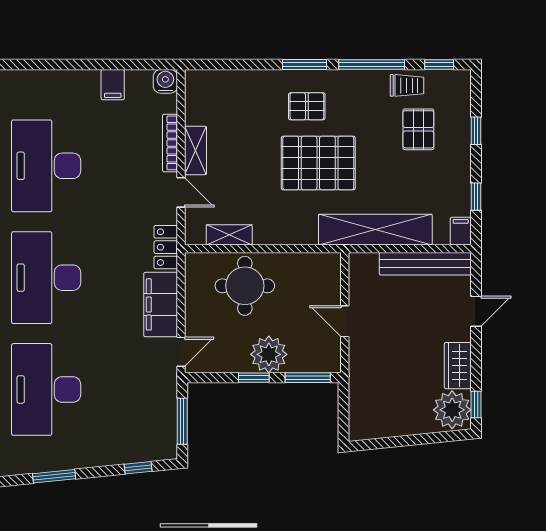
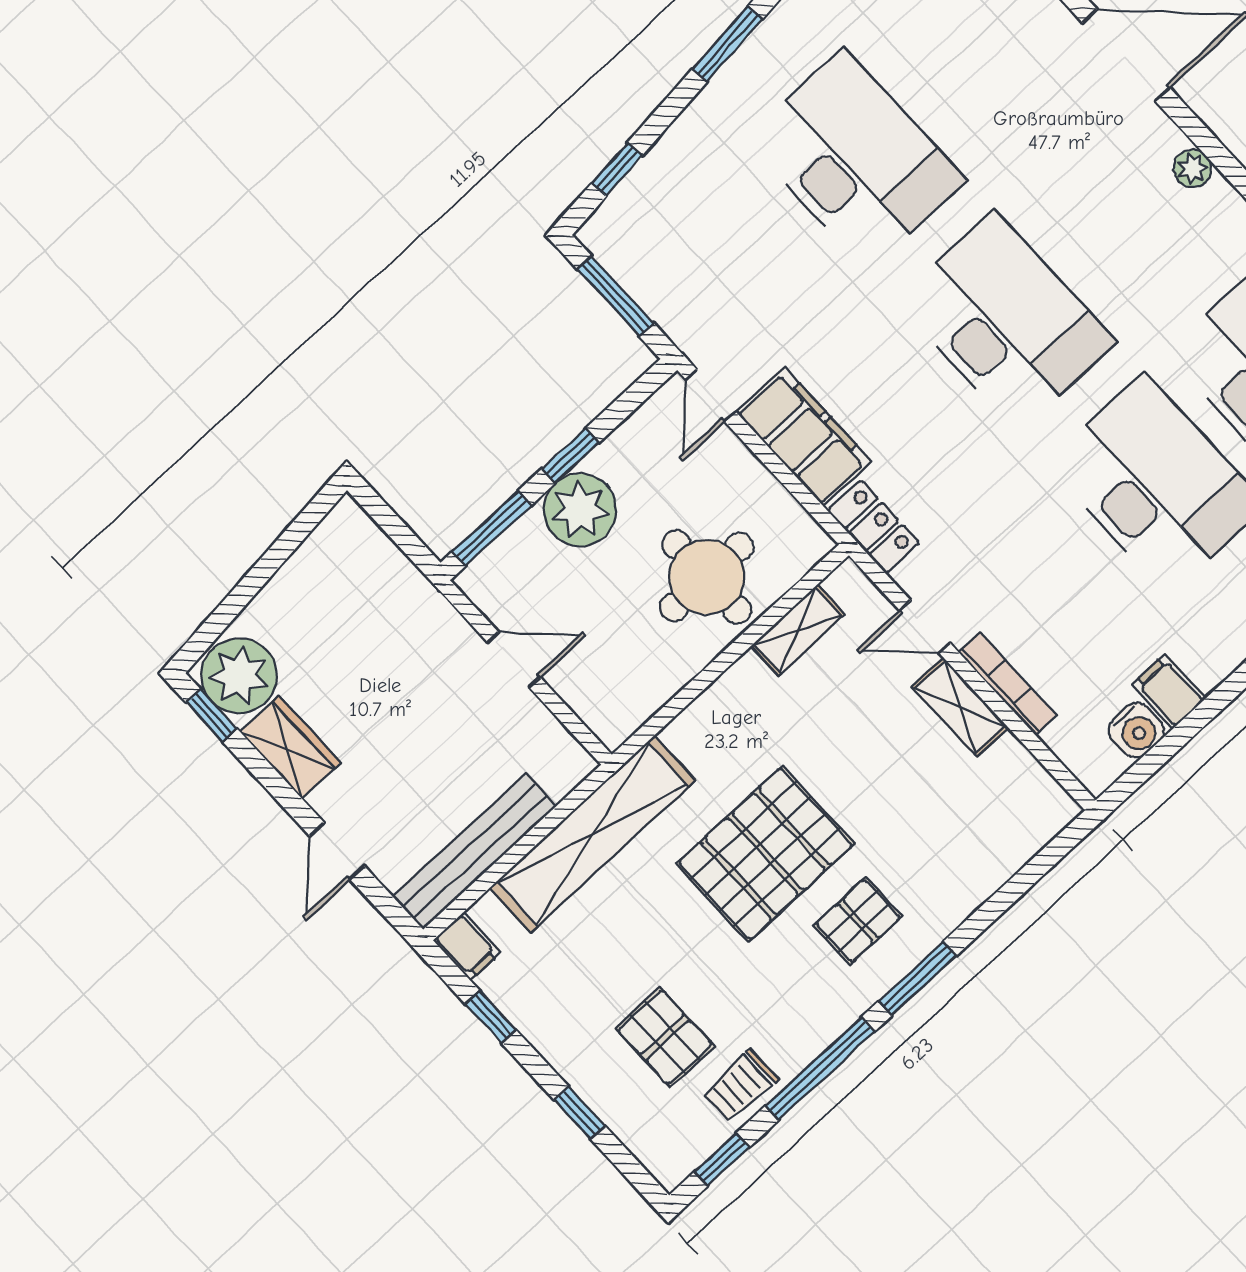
water cooler: (165, 81) -> (1136, 730), moved

